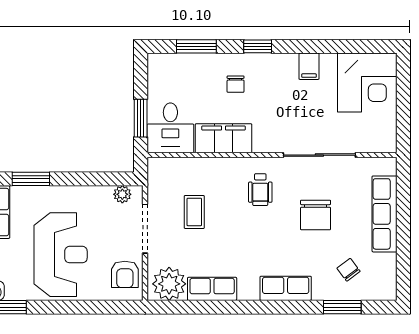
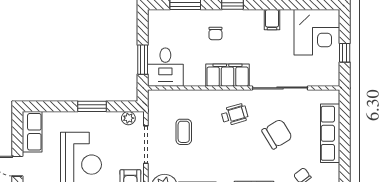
window: (403, 109) -> (345, 53), added
filing cabinet: (223, 138) -> (228, 75), moved
window: (31, 179) -> (92, 106), moved
wheelchair: (260, 190) -> (235, 115), turned -106
chair: (316, 215) -> (277, 134), turned -121

